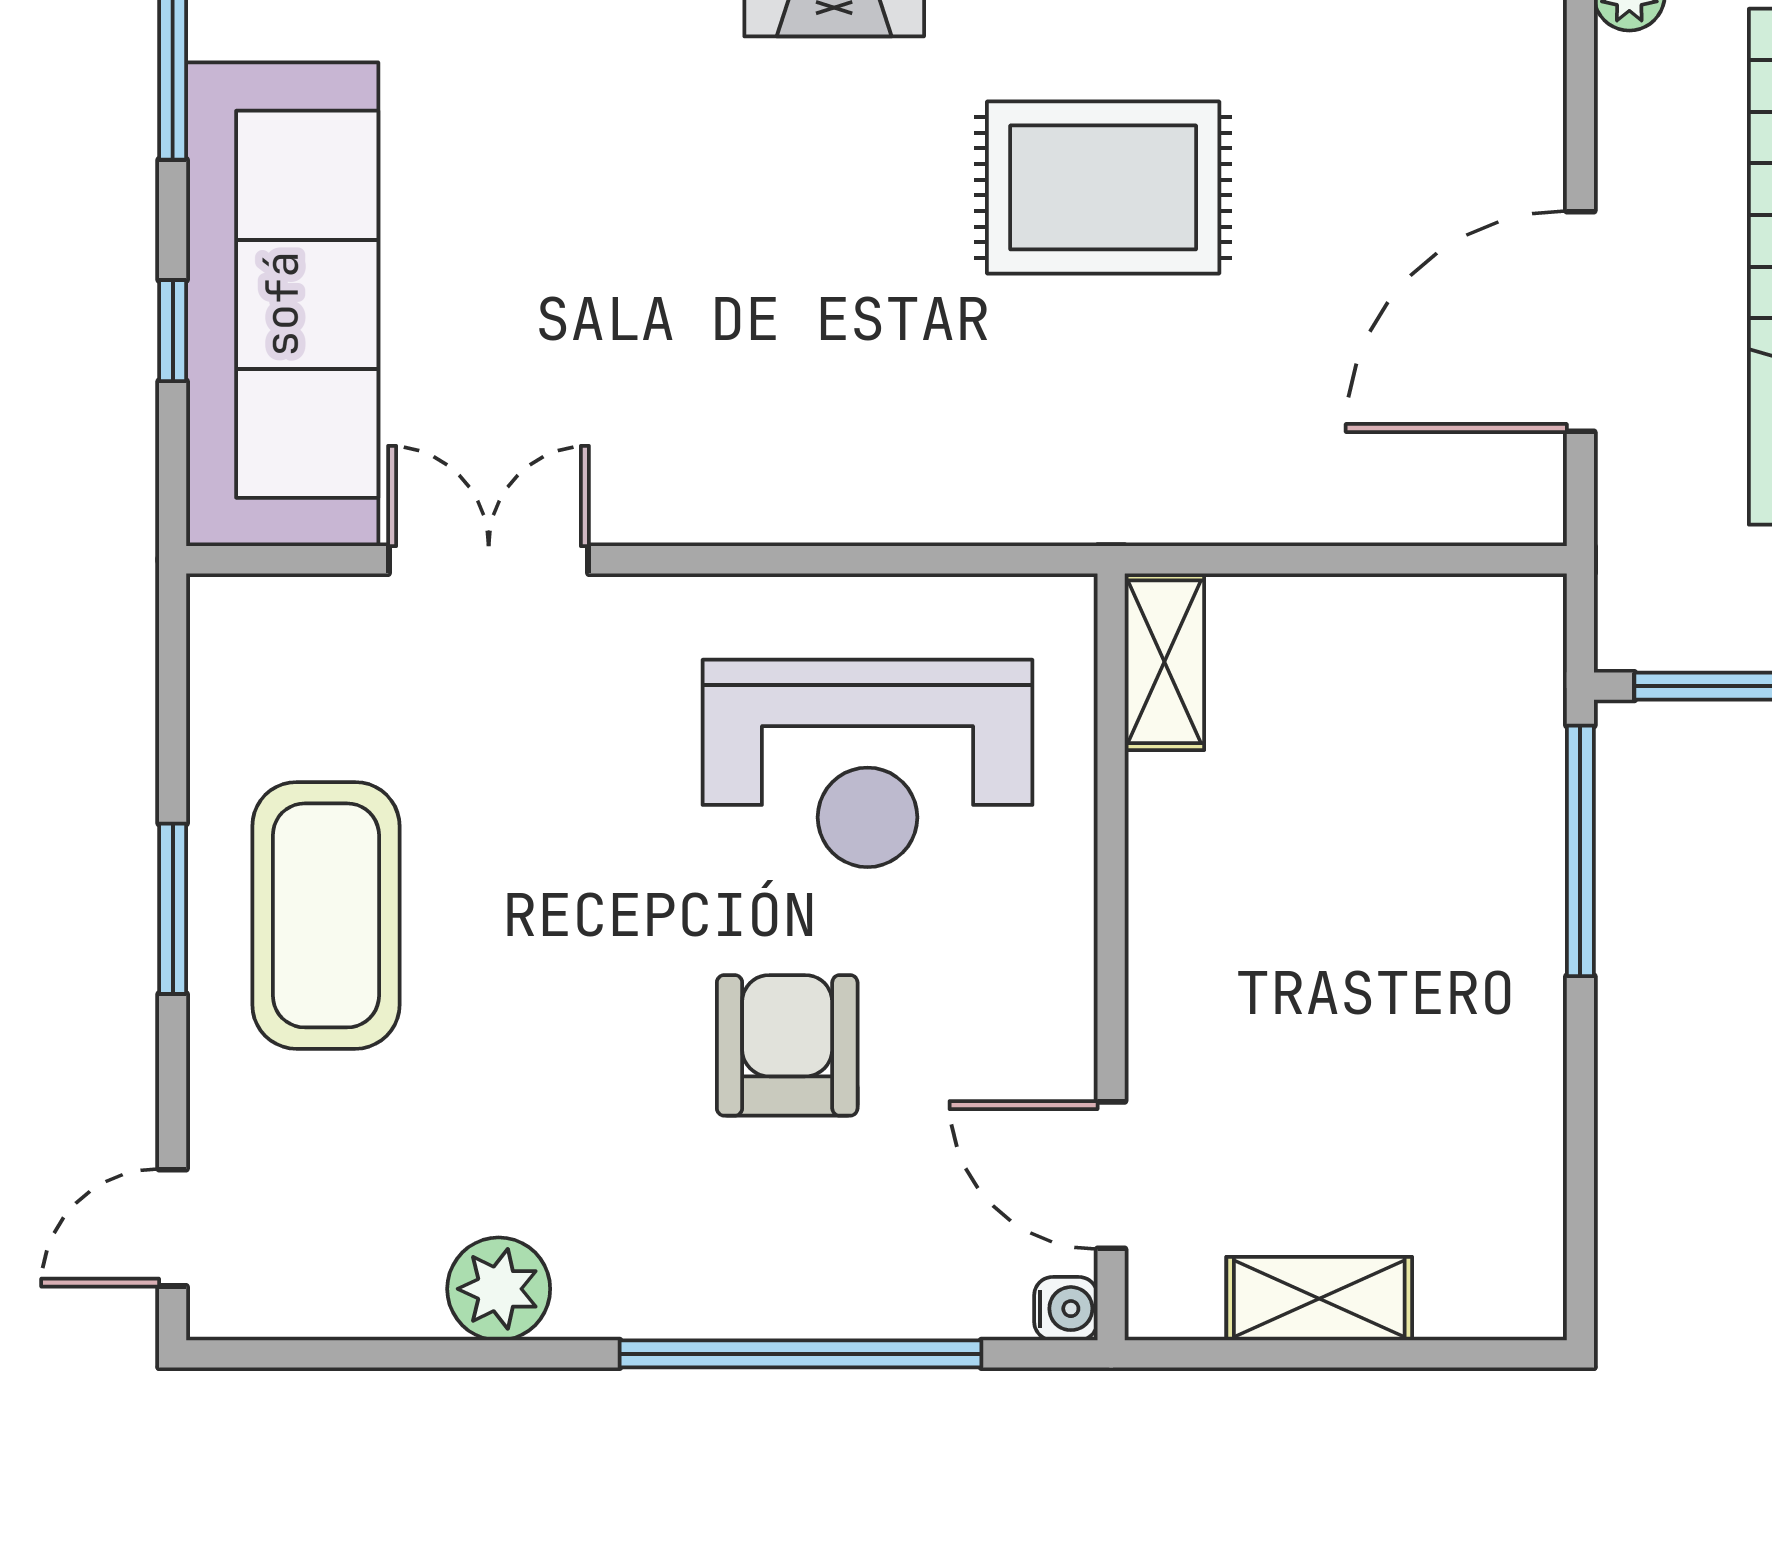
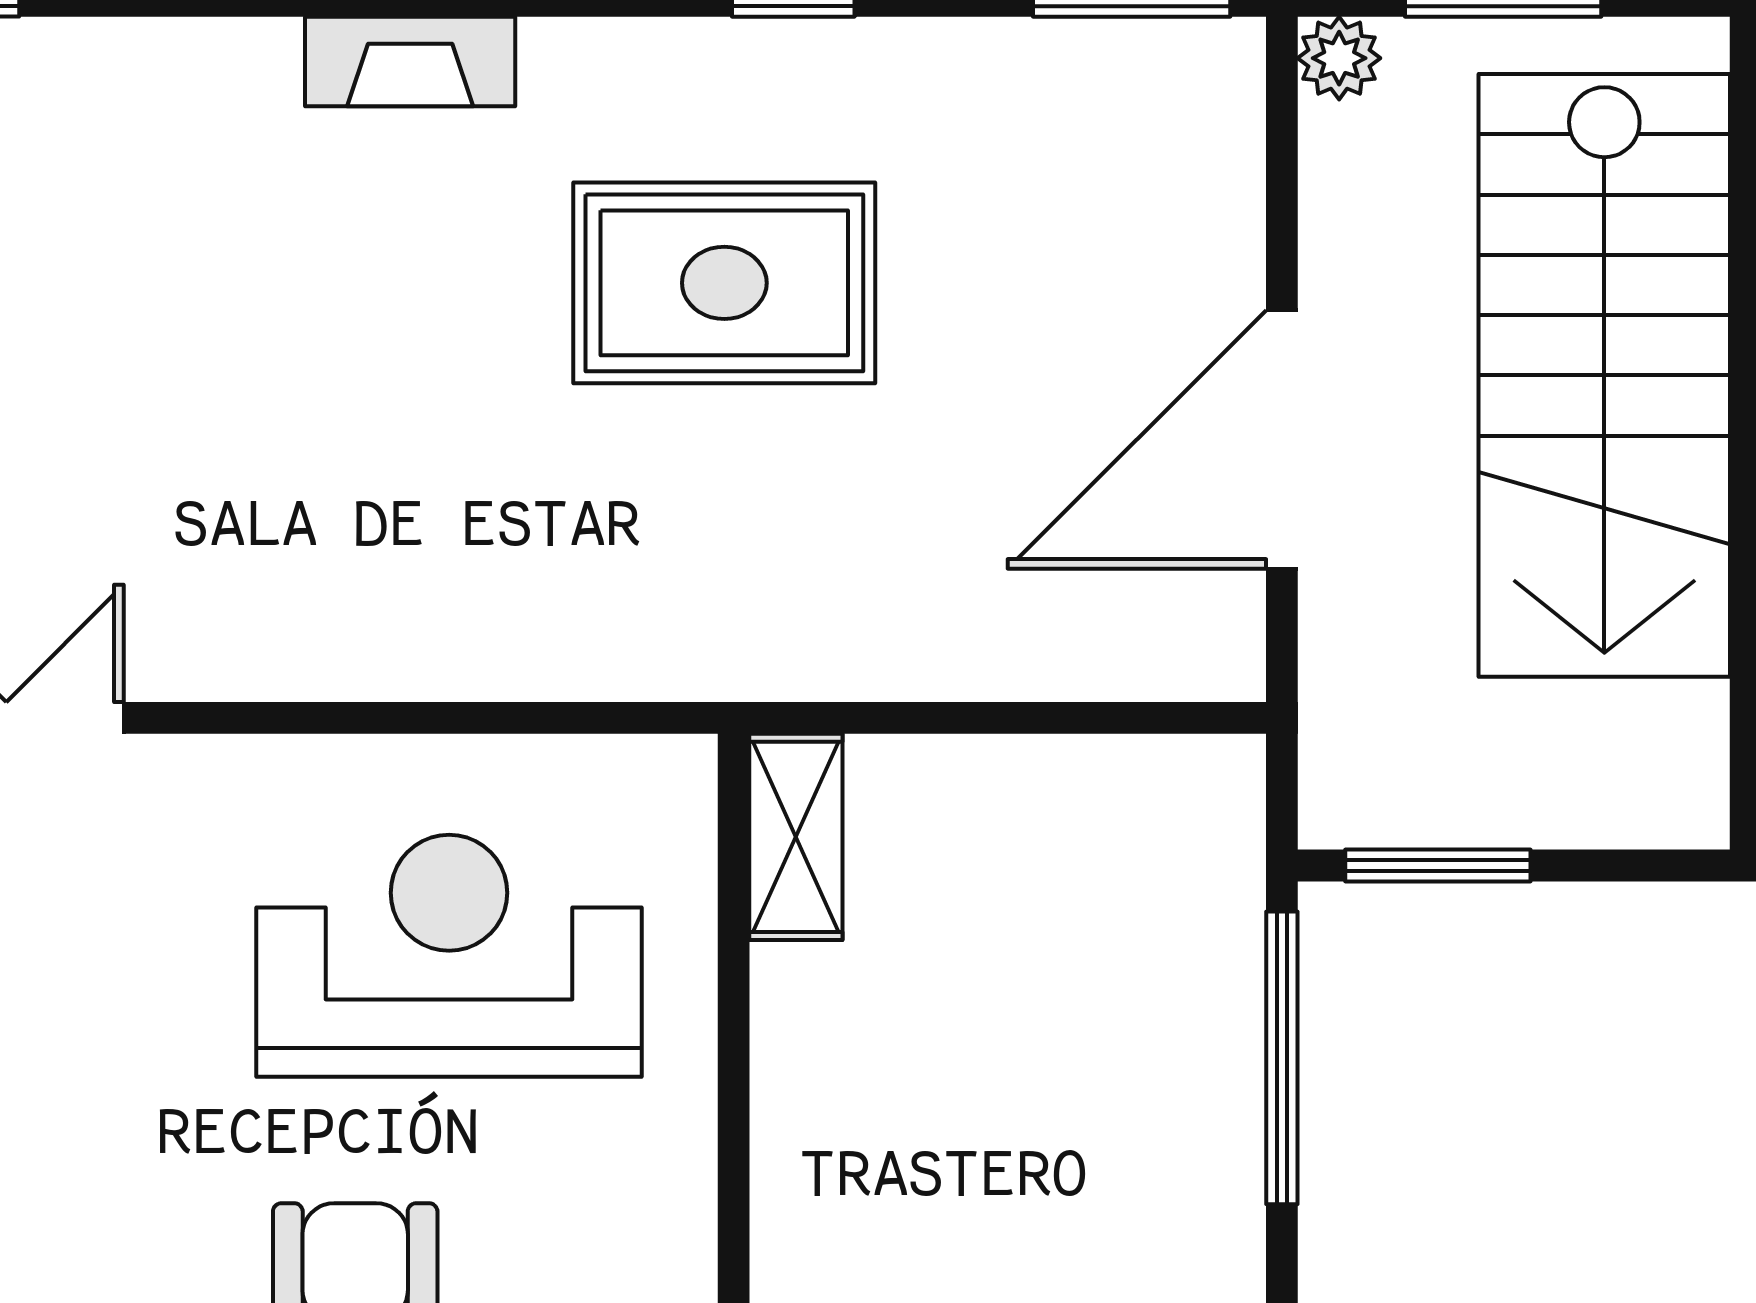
reception desk: (867, 763) -> (449, 956), turned 180

